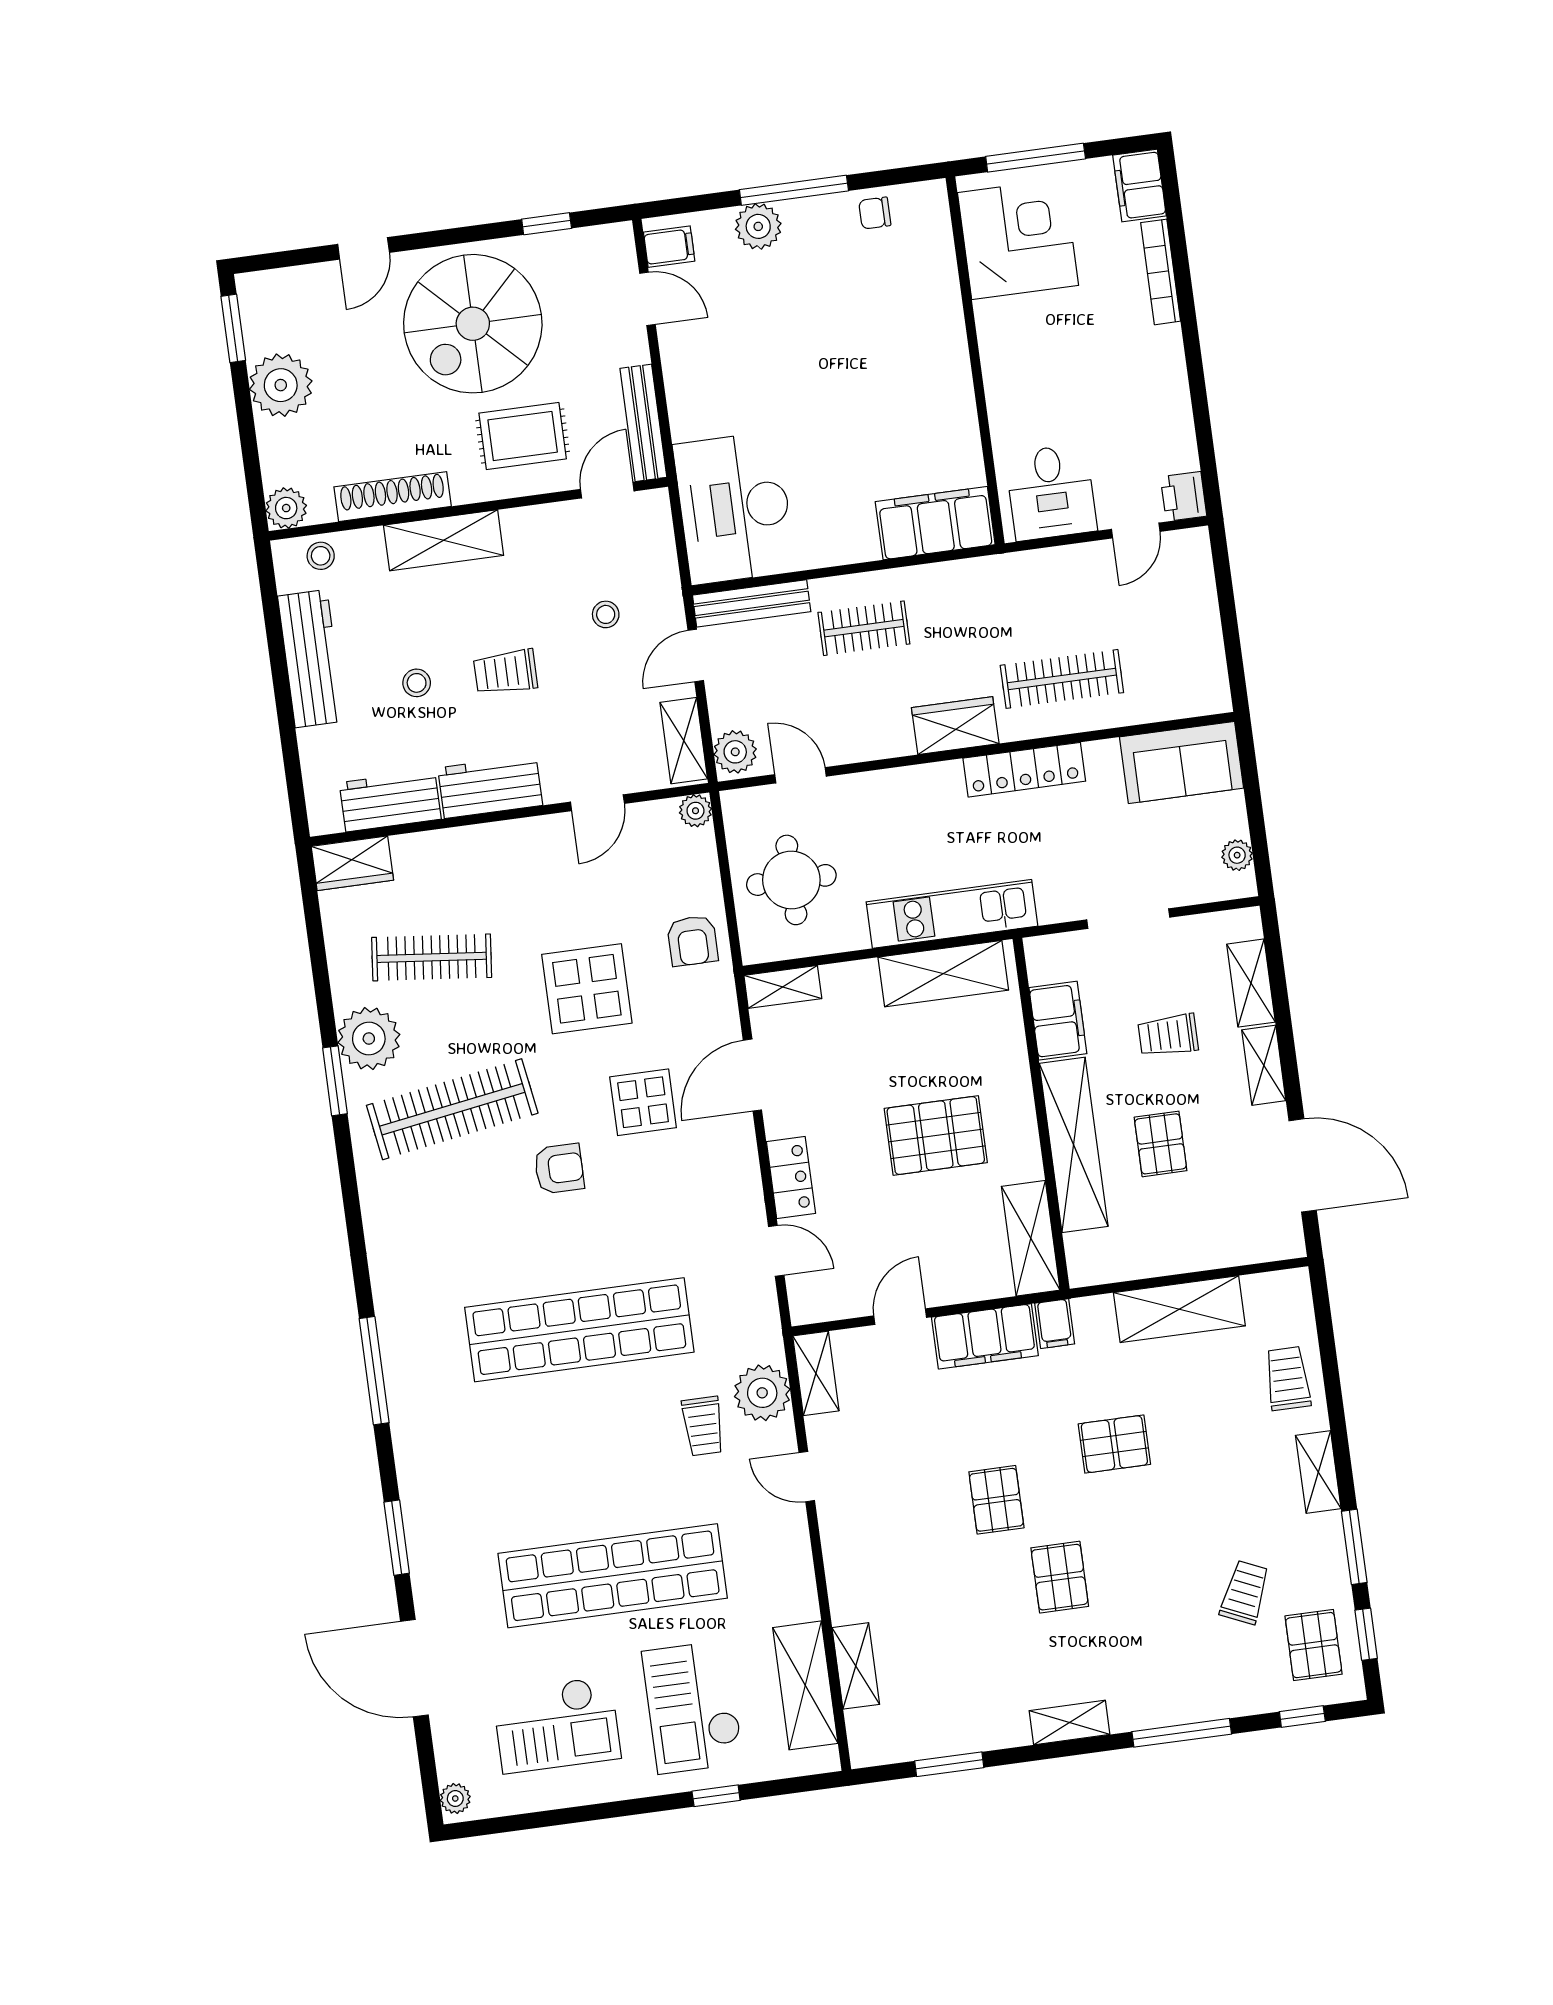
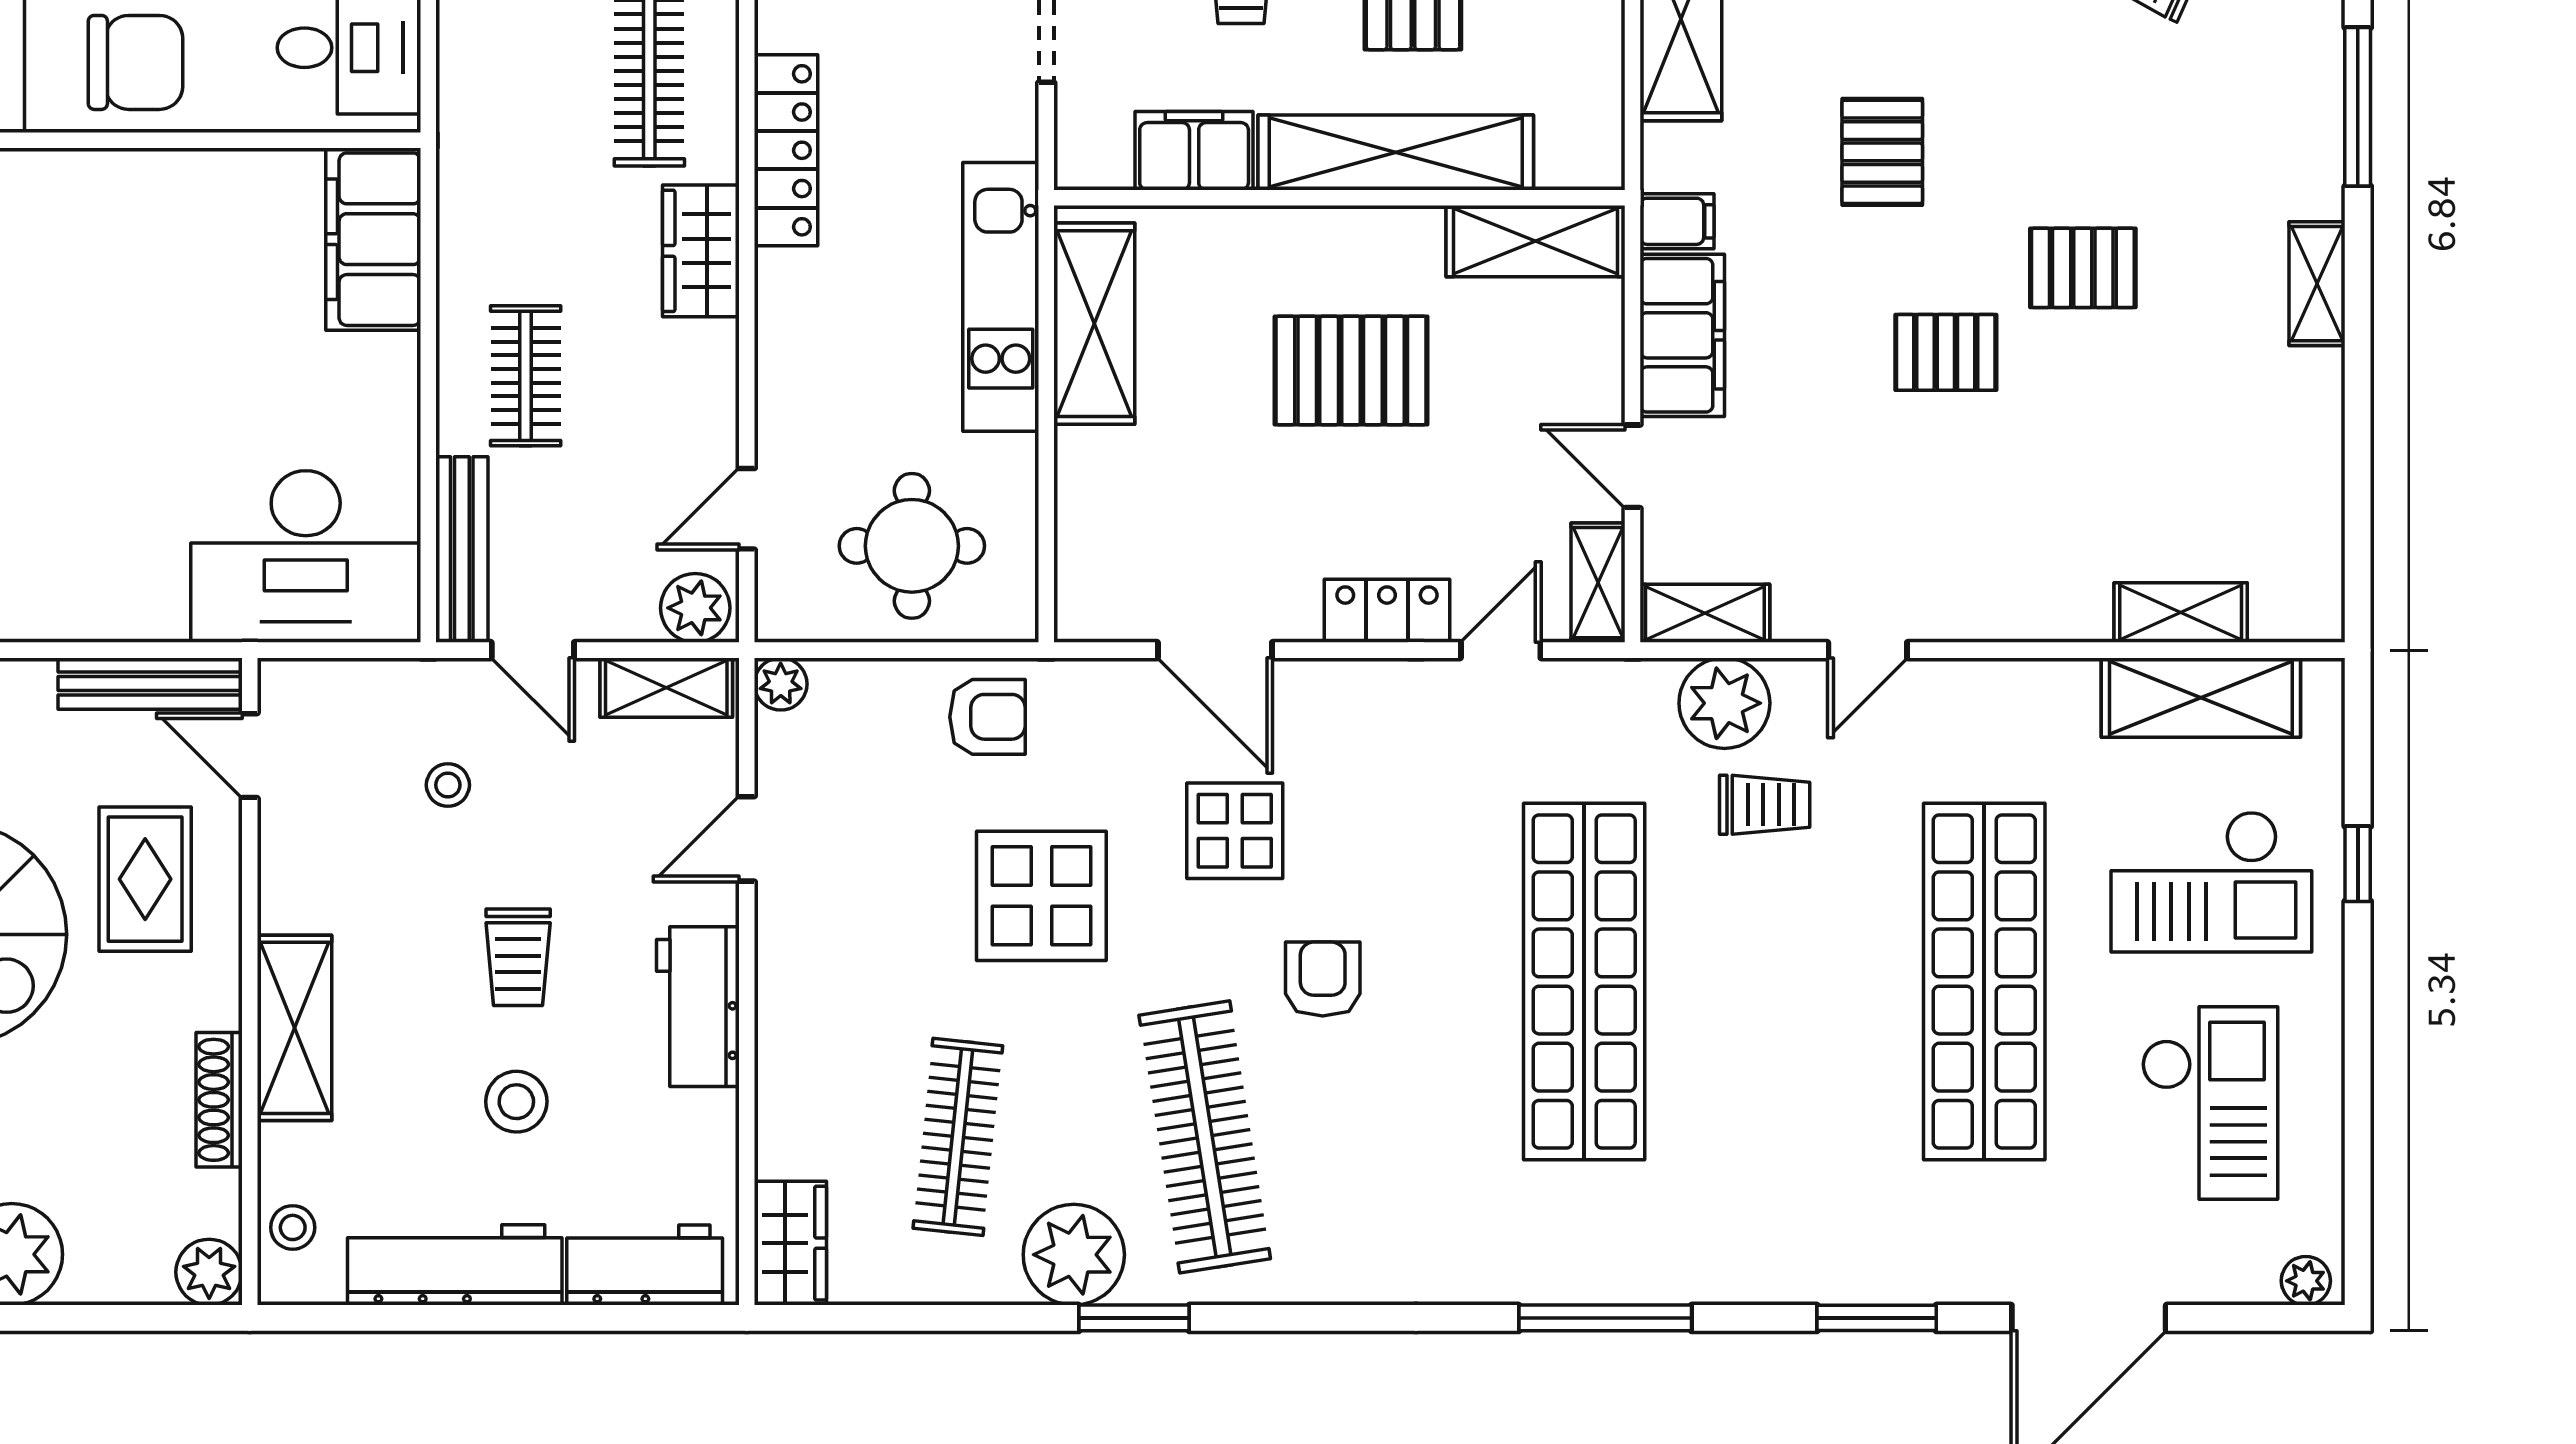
chair: (1024, 362) -> (136, 62), added
shoe rack: (393, 497) -> (219, 1100), width x0.74, depth x0.81
stool: (417, 683) -> (516, 1102), width x1.37, depth x1.37
workbench: (390, 801) -> (645, 1265), moved, turned 90
door: (597, 803) -> (747, 839), swing flipped
shelving: (783, 987) -> (1598, 583), moved
pallet: (936, 1136) -> (1351, 371), turned 90
window: (949, 1764) -> (2358, 485), removed

